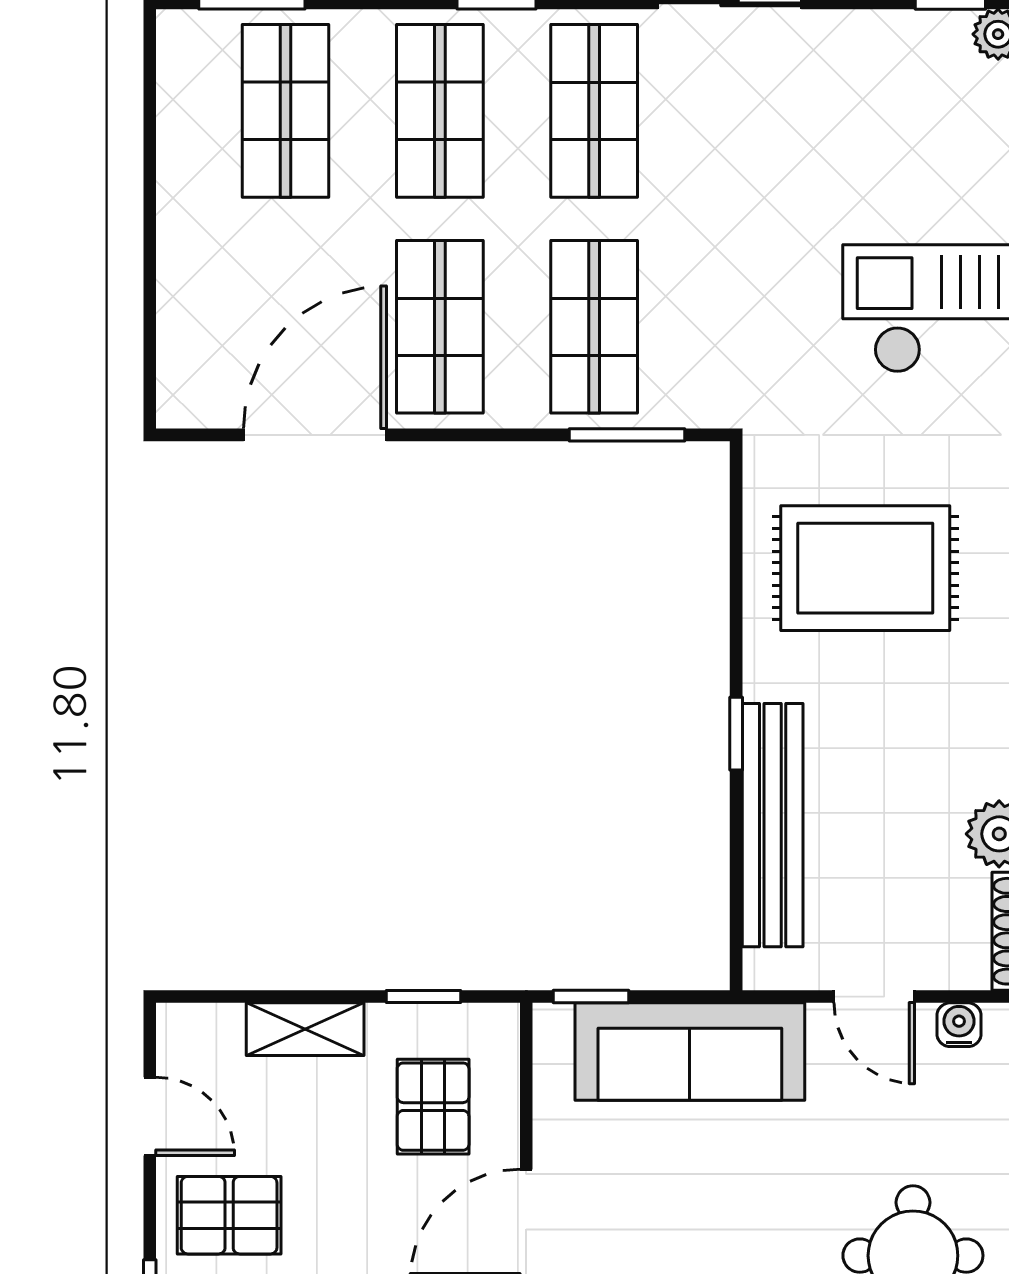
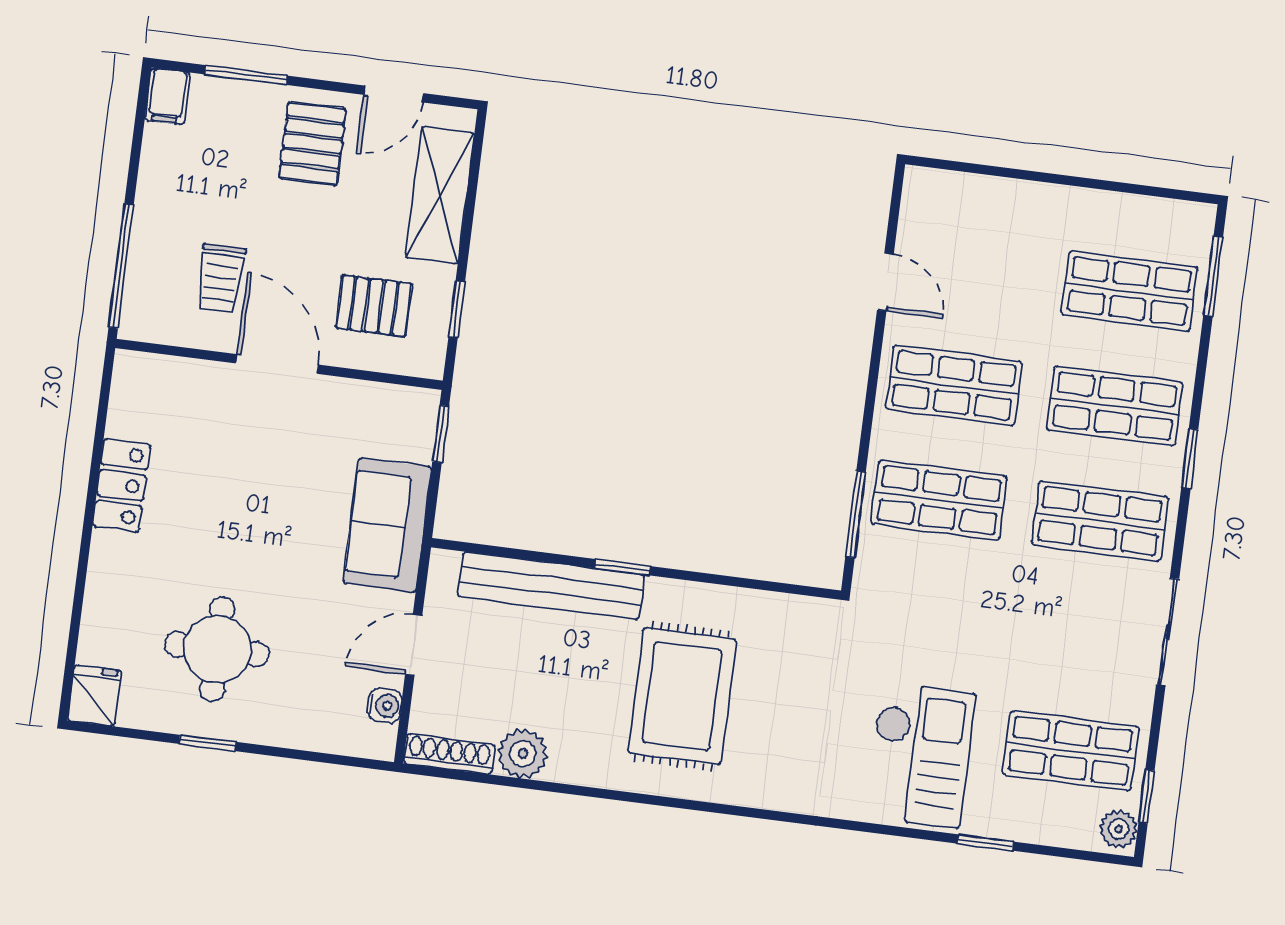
shop shelf: (903, 111) -> (1071, 751), added
door: (315, 435) -> (885, 282), width x0.53
rug: (865, 568) -> (682, 696), moved
shelving: (305, 1029) -> (440, 195), width x1.50, depth x1.33
sofa: (690, 1052) -> (387, 525), width x0.73

